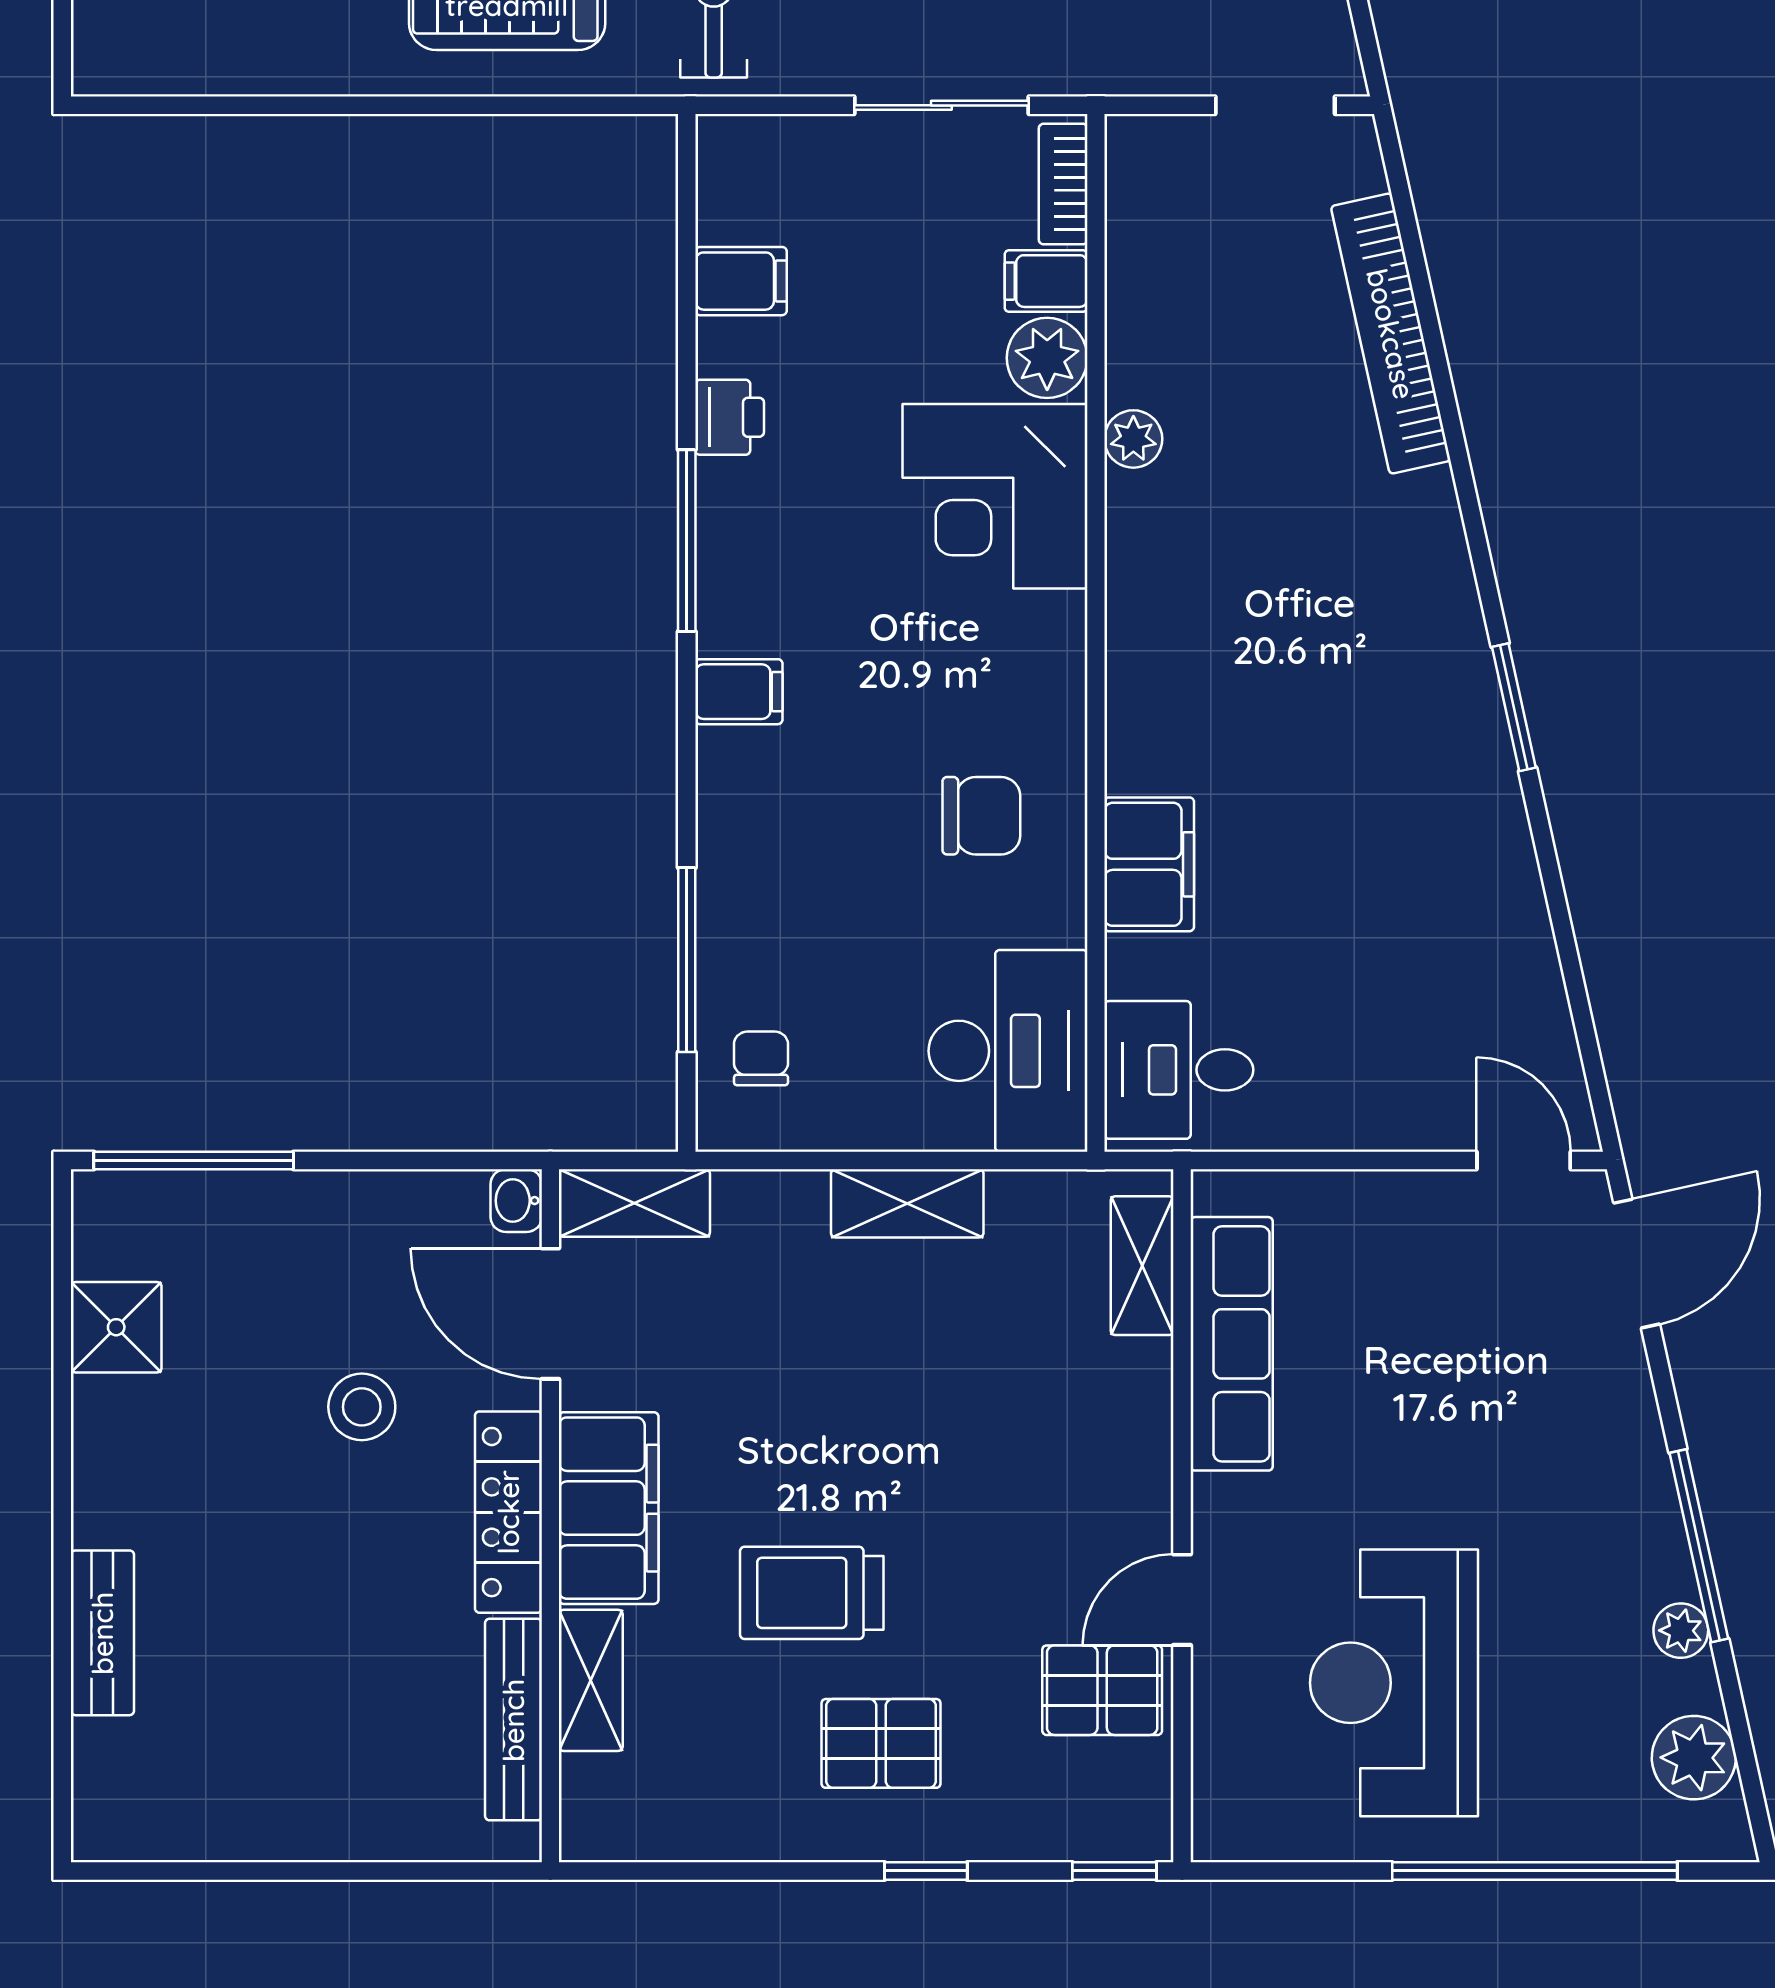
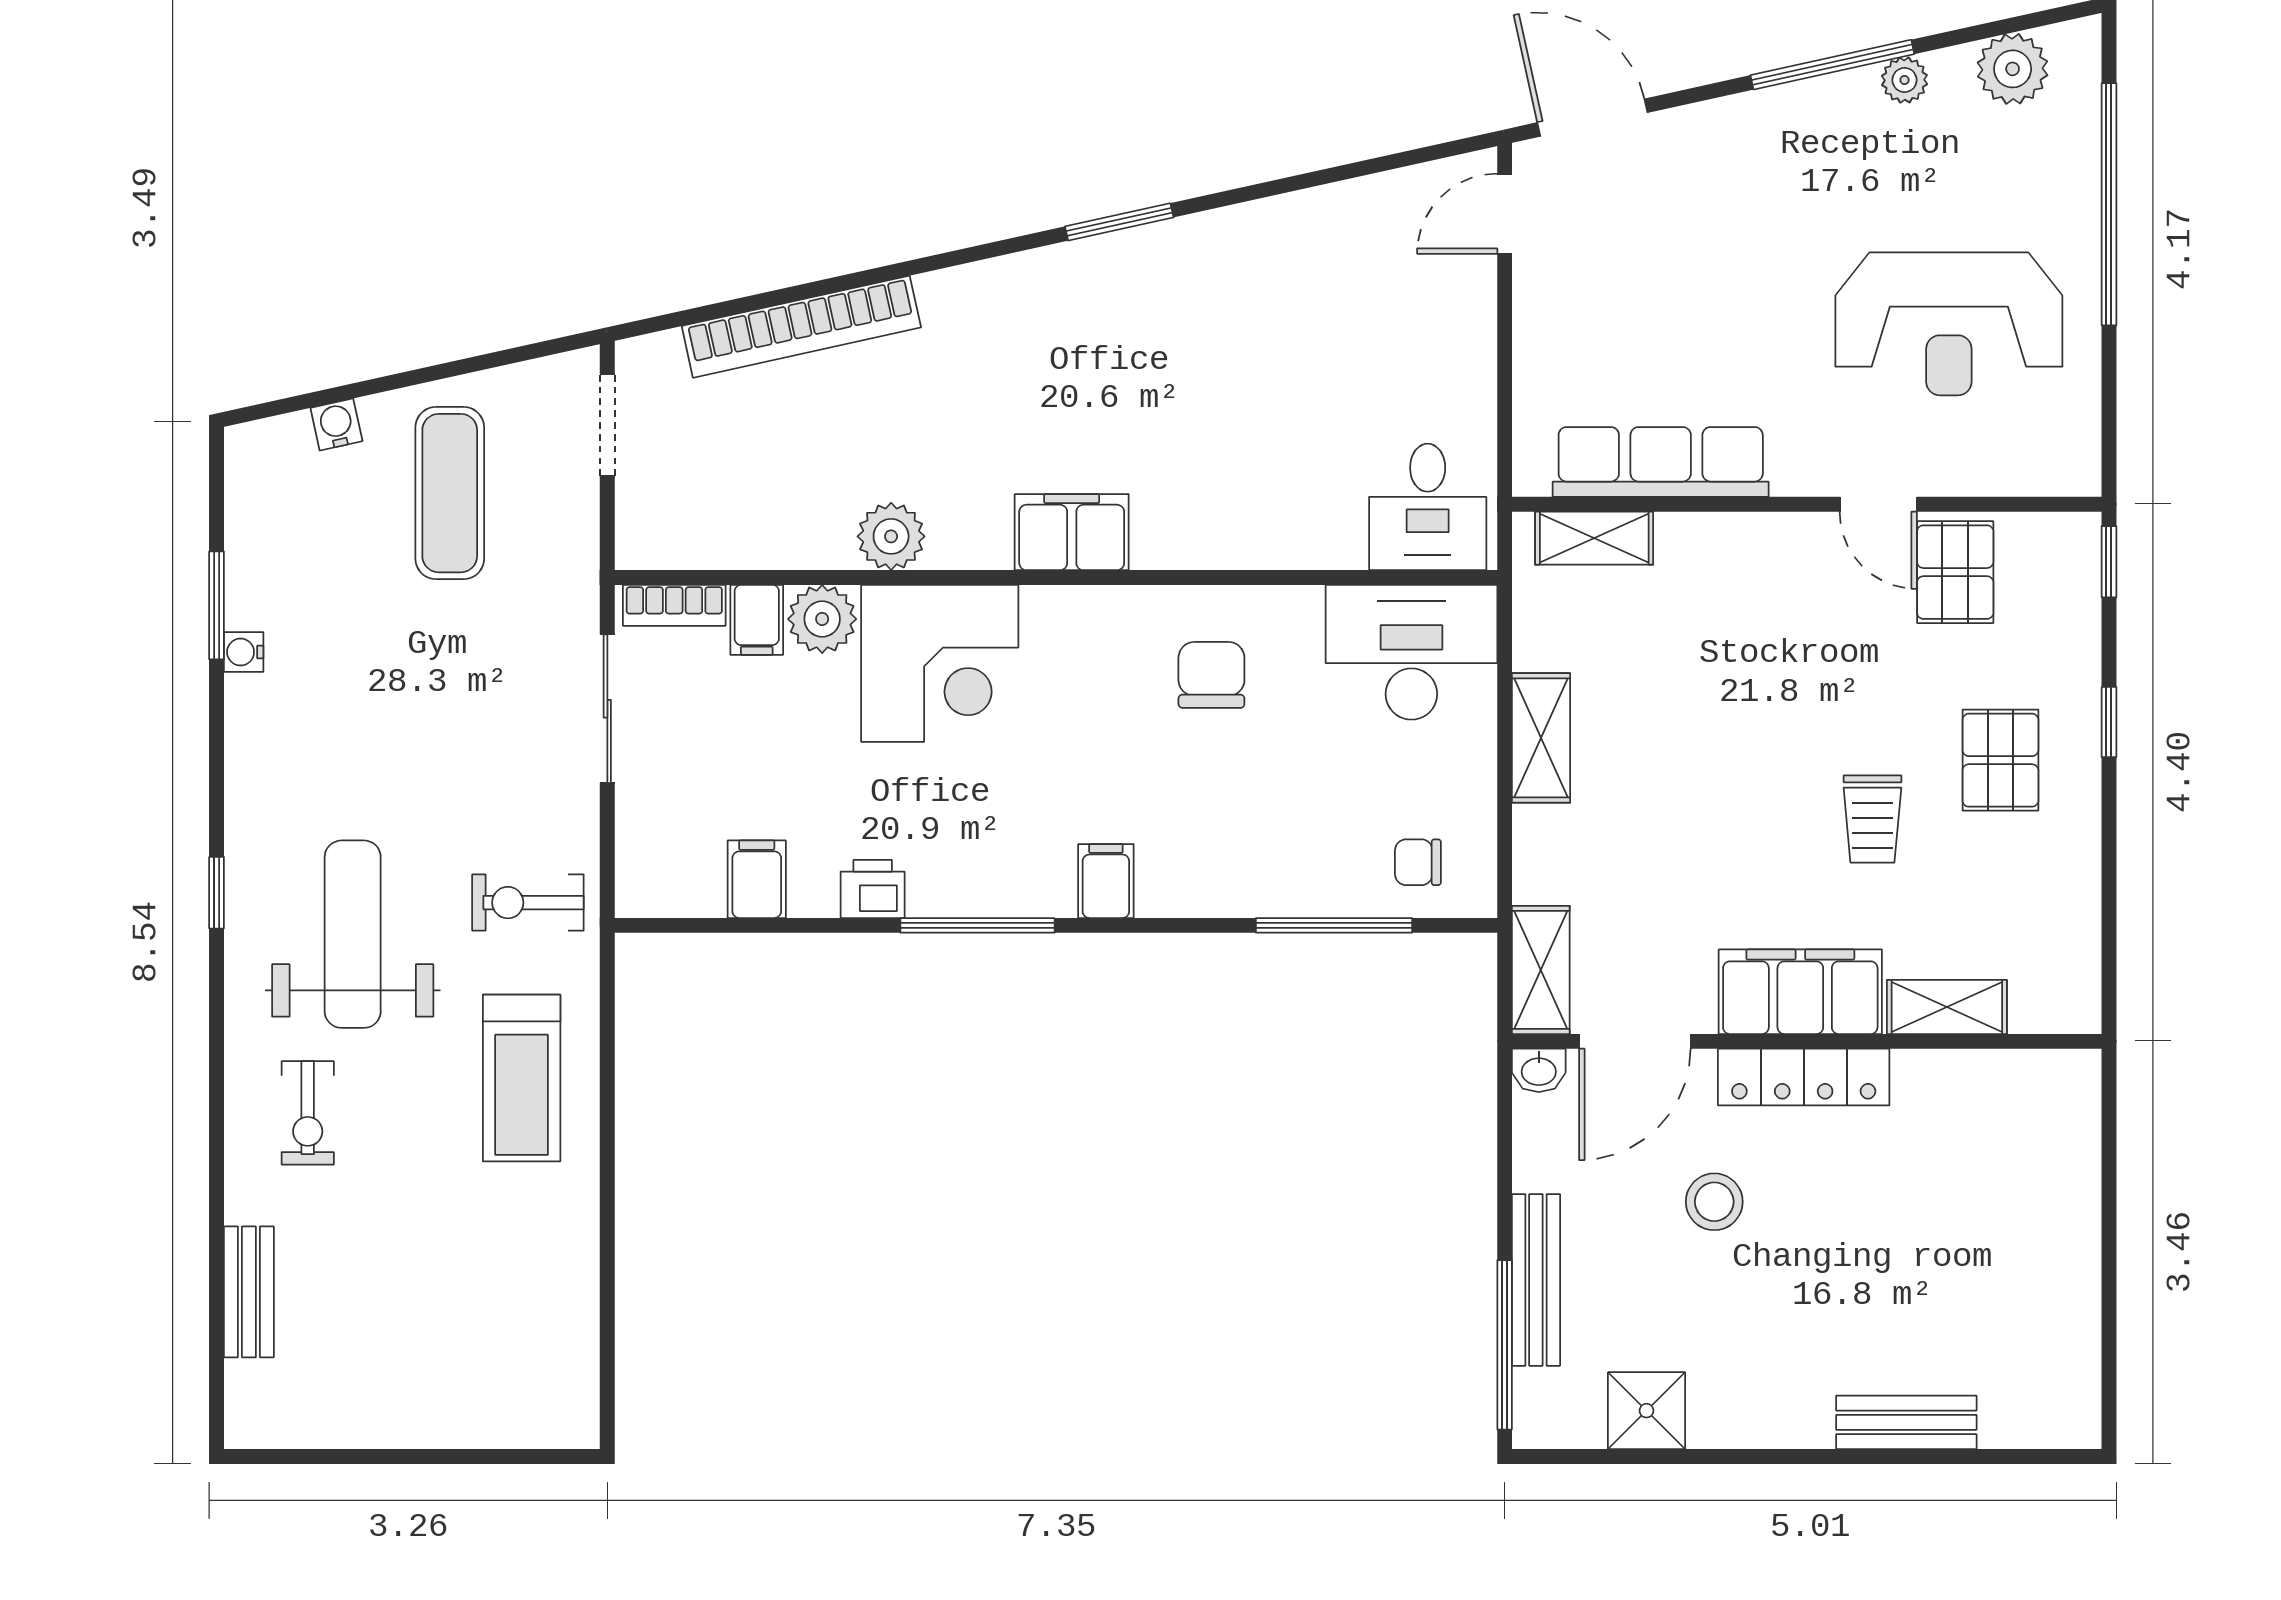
plant: (1133, 439) -> (891, 536), width x1.38, depth x1.38
filing cabinet: (1149, 864) -> (1072, 532), moved
trolley: (812, 1593) -> (1872, 819), width x0.73, depth x0.72
bench: (513, 1720) -> (1536, 1280), moved, turned 90

